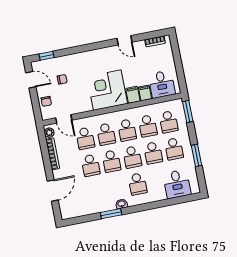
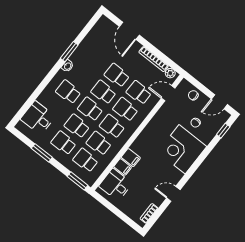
corner desk: (107, 90) -> (182, 149), moved, turned 180

